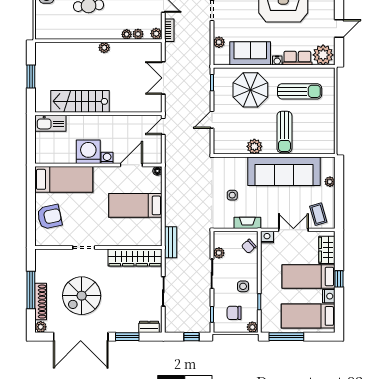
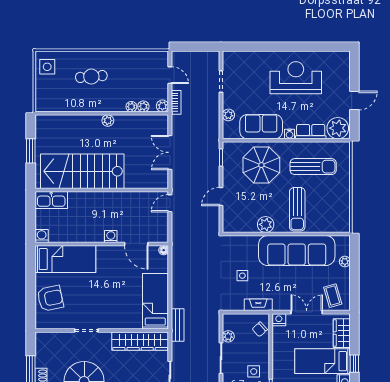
stairs: (80, 101) -> (82, 171), width x1.36, depth x1.51
washing machine: (88, 152) -> (42, 236), moved, width x0.53, depth x0.53
door: (131, 165) -> (136, 244), swing flipped
bed: (135, 205) -> (155, 301), moved, turned 90

